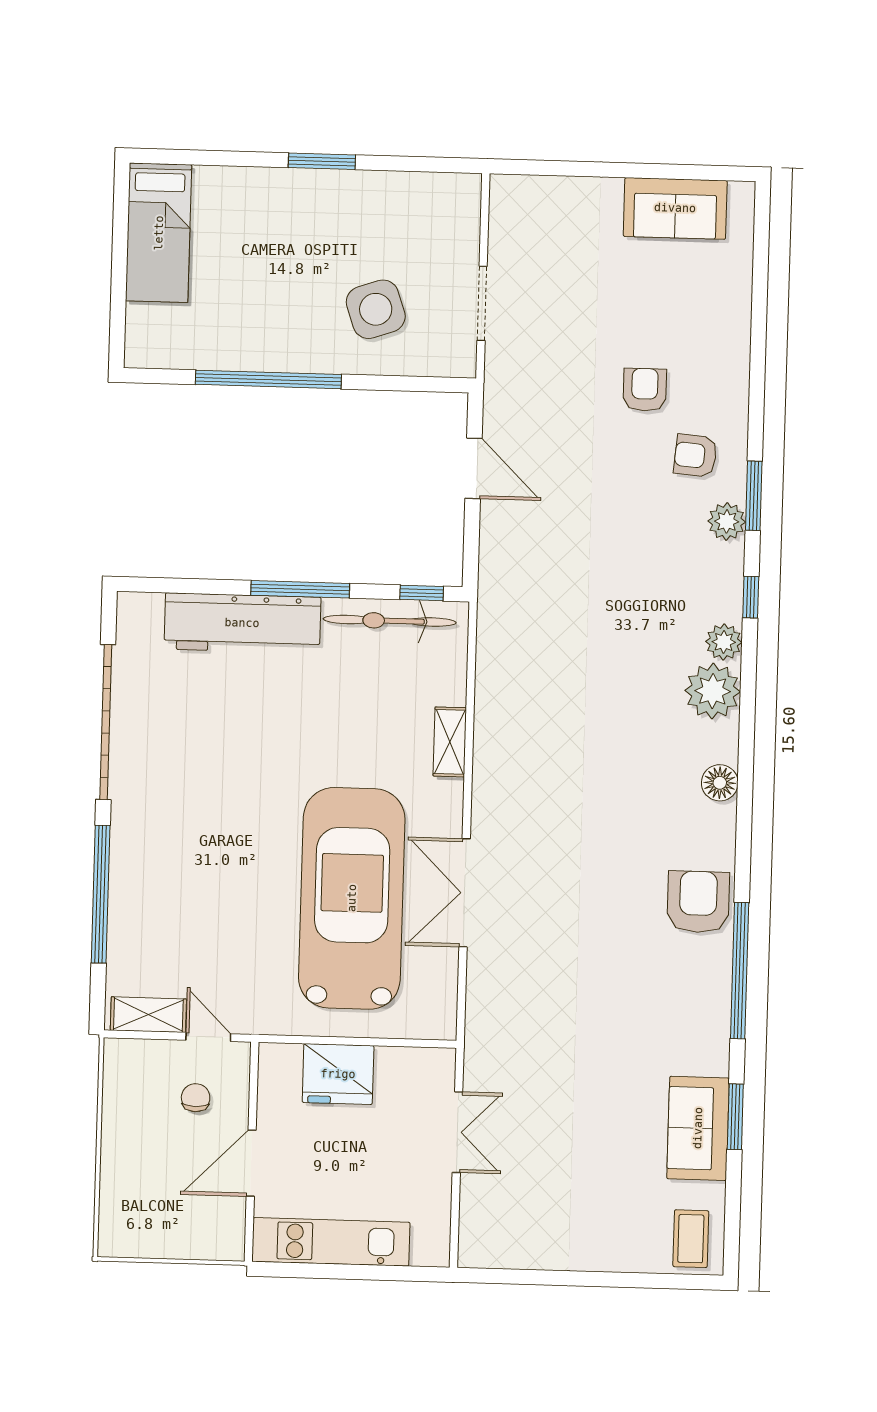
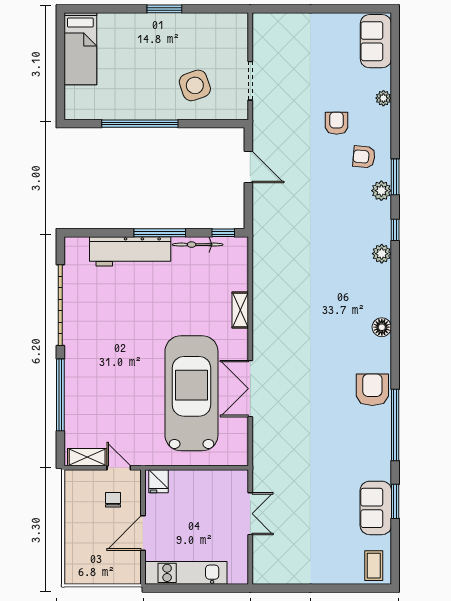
sofa: (675, 208) -> (376, 41), moved, turned 90
bicycle: (390, 621) -> (198, 245), width x0.73, depth x0.71
plant: (713, 691) -> (383, 98), moved, width x0.53, depth x0.53
fridge: (338, 1074) -> (159, 481), moved, width x0.53, depth x0.75

